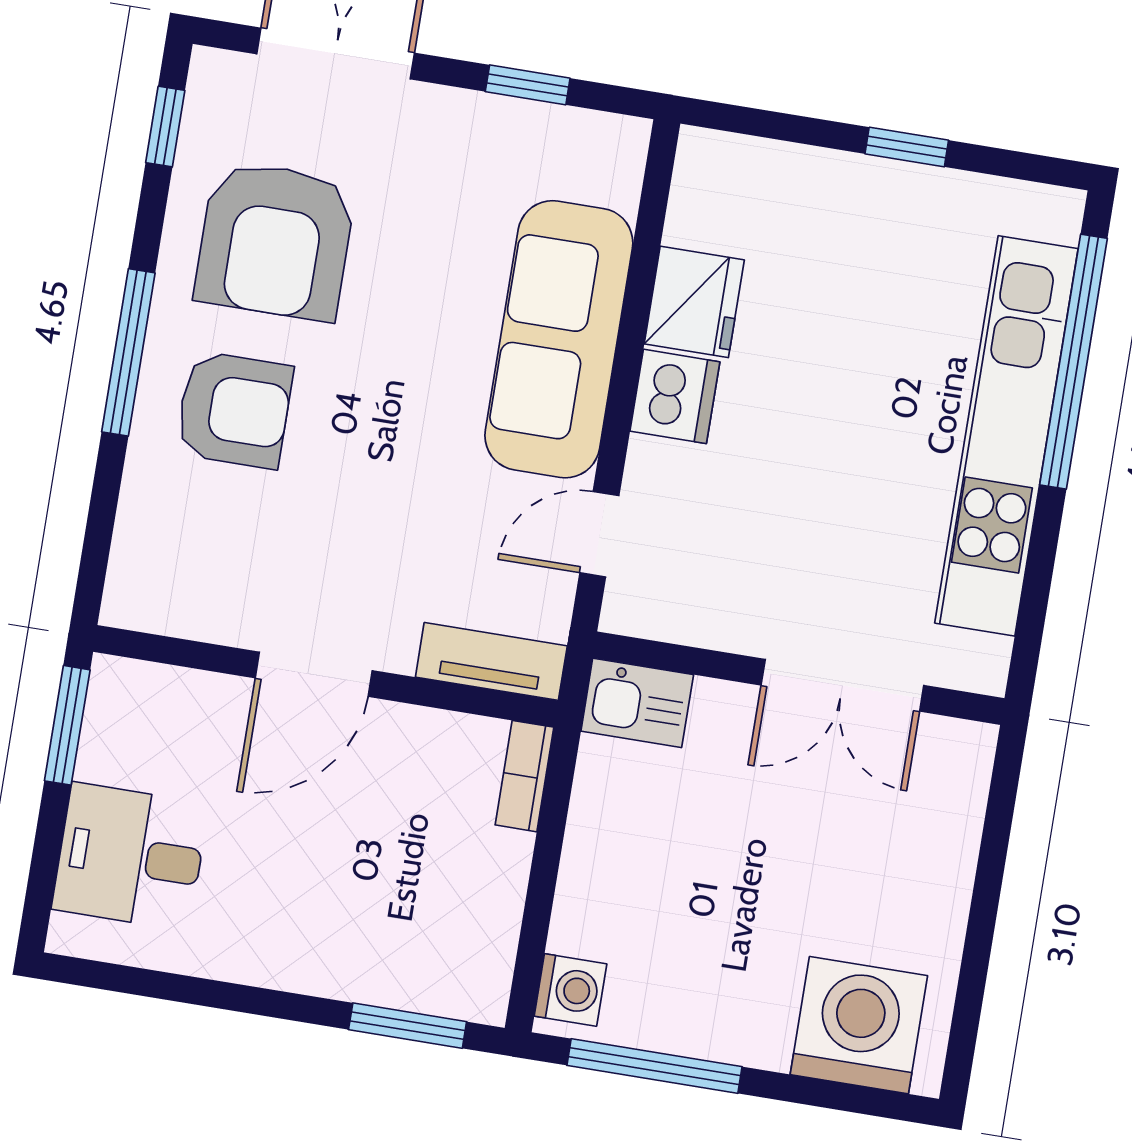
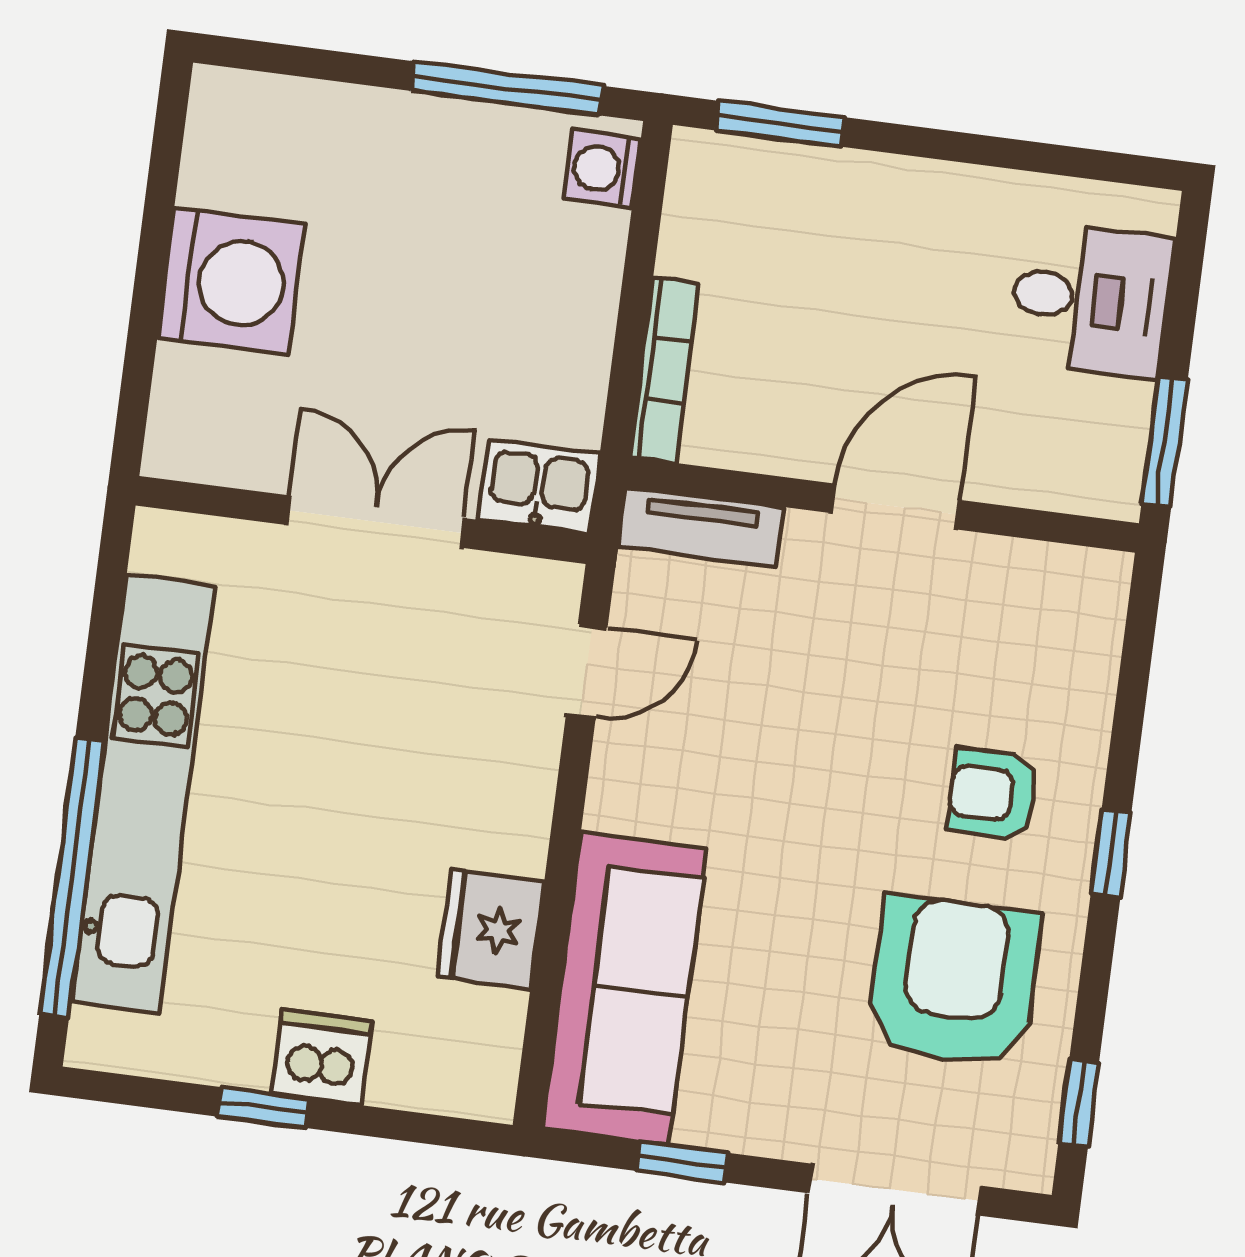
sofa: (559, 339) -> (625, 988), moved
window: (128, 352) -> (1111, 853), width x0.46
dishwasher: (675, 396) -> (322, 1057), moved, turned 90
armchair: (234, 410) -> (993, 794), width x0.72, depth x0.72
double door: (842, 685) -> (375, 522), moved
bookcase: (525, 776) -> (664, 370), width x1.56
washing machine: (859, 1025) -> (231, 282), moved, turned -90

